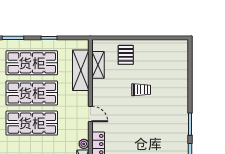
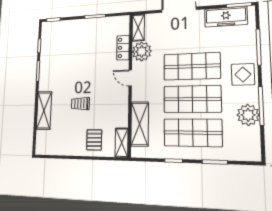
shelving: (98, 65) -> (122, 143), moved
shelving: (181, 83) -> (44, 110), added
plant: (84, 144) -> (142, 51), width x1.87, depth x1.87

